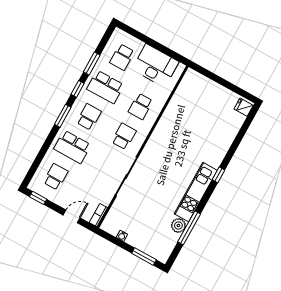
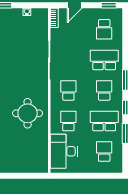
desk: (155, 66) -> (64, 151), moved, turned 90
school desk: (89, 117) -> (104, 90), turned 180
school desk: (124, 136) -> (68, 90), turned 180
round table: (176, 136) -> (28, 113), added

